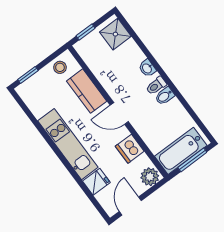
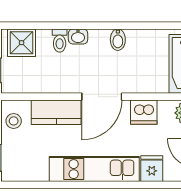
toilet: (156, 86) -> (60, 41), moved
door: (119, 113) -> (102, 97), width x1.38

